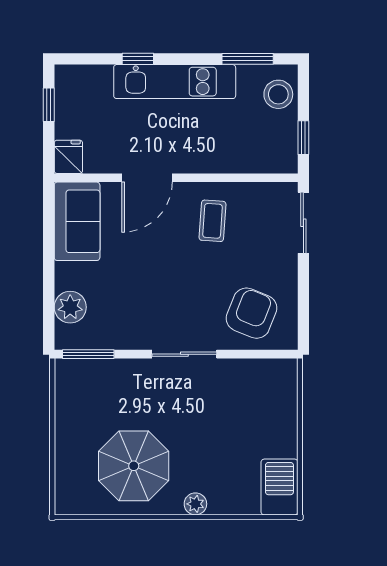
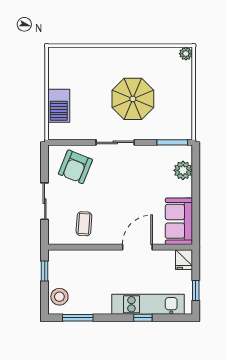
kitchen unit: (175, 82) -> (148, 304), moved
coffee table: (213, 221) -> (84, 224), moved
sliding door: (303, 223) -> (45, 201), moved
parasol: (134, 466) -> (133, 99), moved
barbecue: (279, 487) -> (59, 106), moved
plant: (195, 504) -> (186, 54), moved

